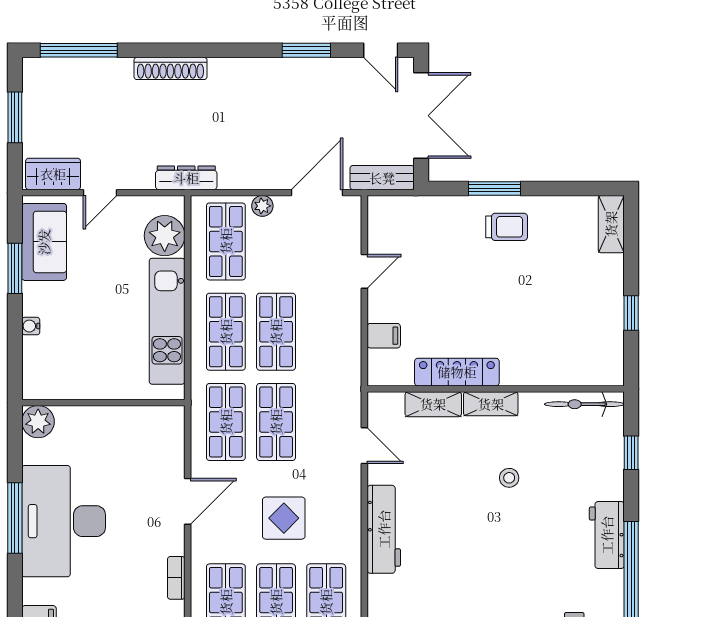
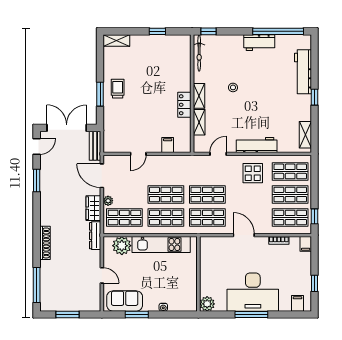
wardrobe: (53, 174) -> (93, 208), moved
door: (364, 271) -> (138, 154), swing flipped
locker: (457, 372) -> (184, 105), width x0.66
window: (631, 453) -> (208, 31), moved
display table: (284, 518) -> (253, 173), moved

